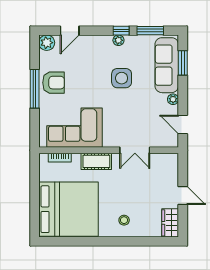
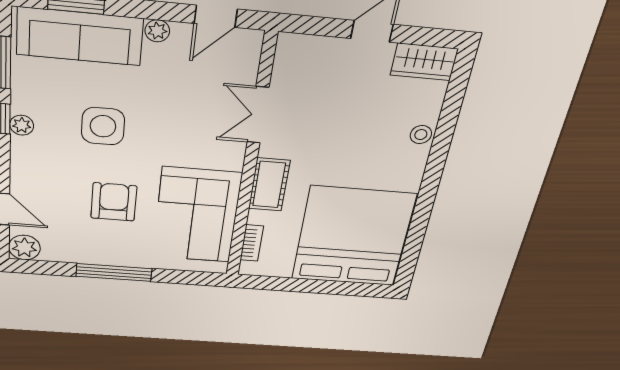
armchair: (54, 83) -> (114, 202), moved
double door: (135, 150) -> (258, 115), swing flipped
stool: (124, 220) -> (421, 135), moved

